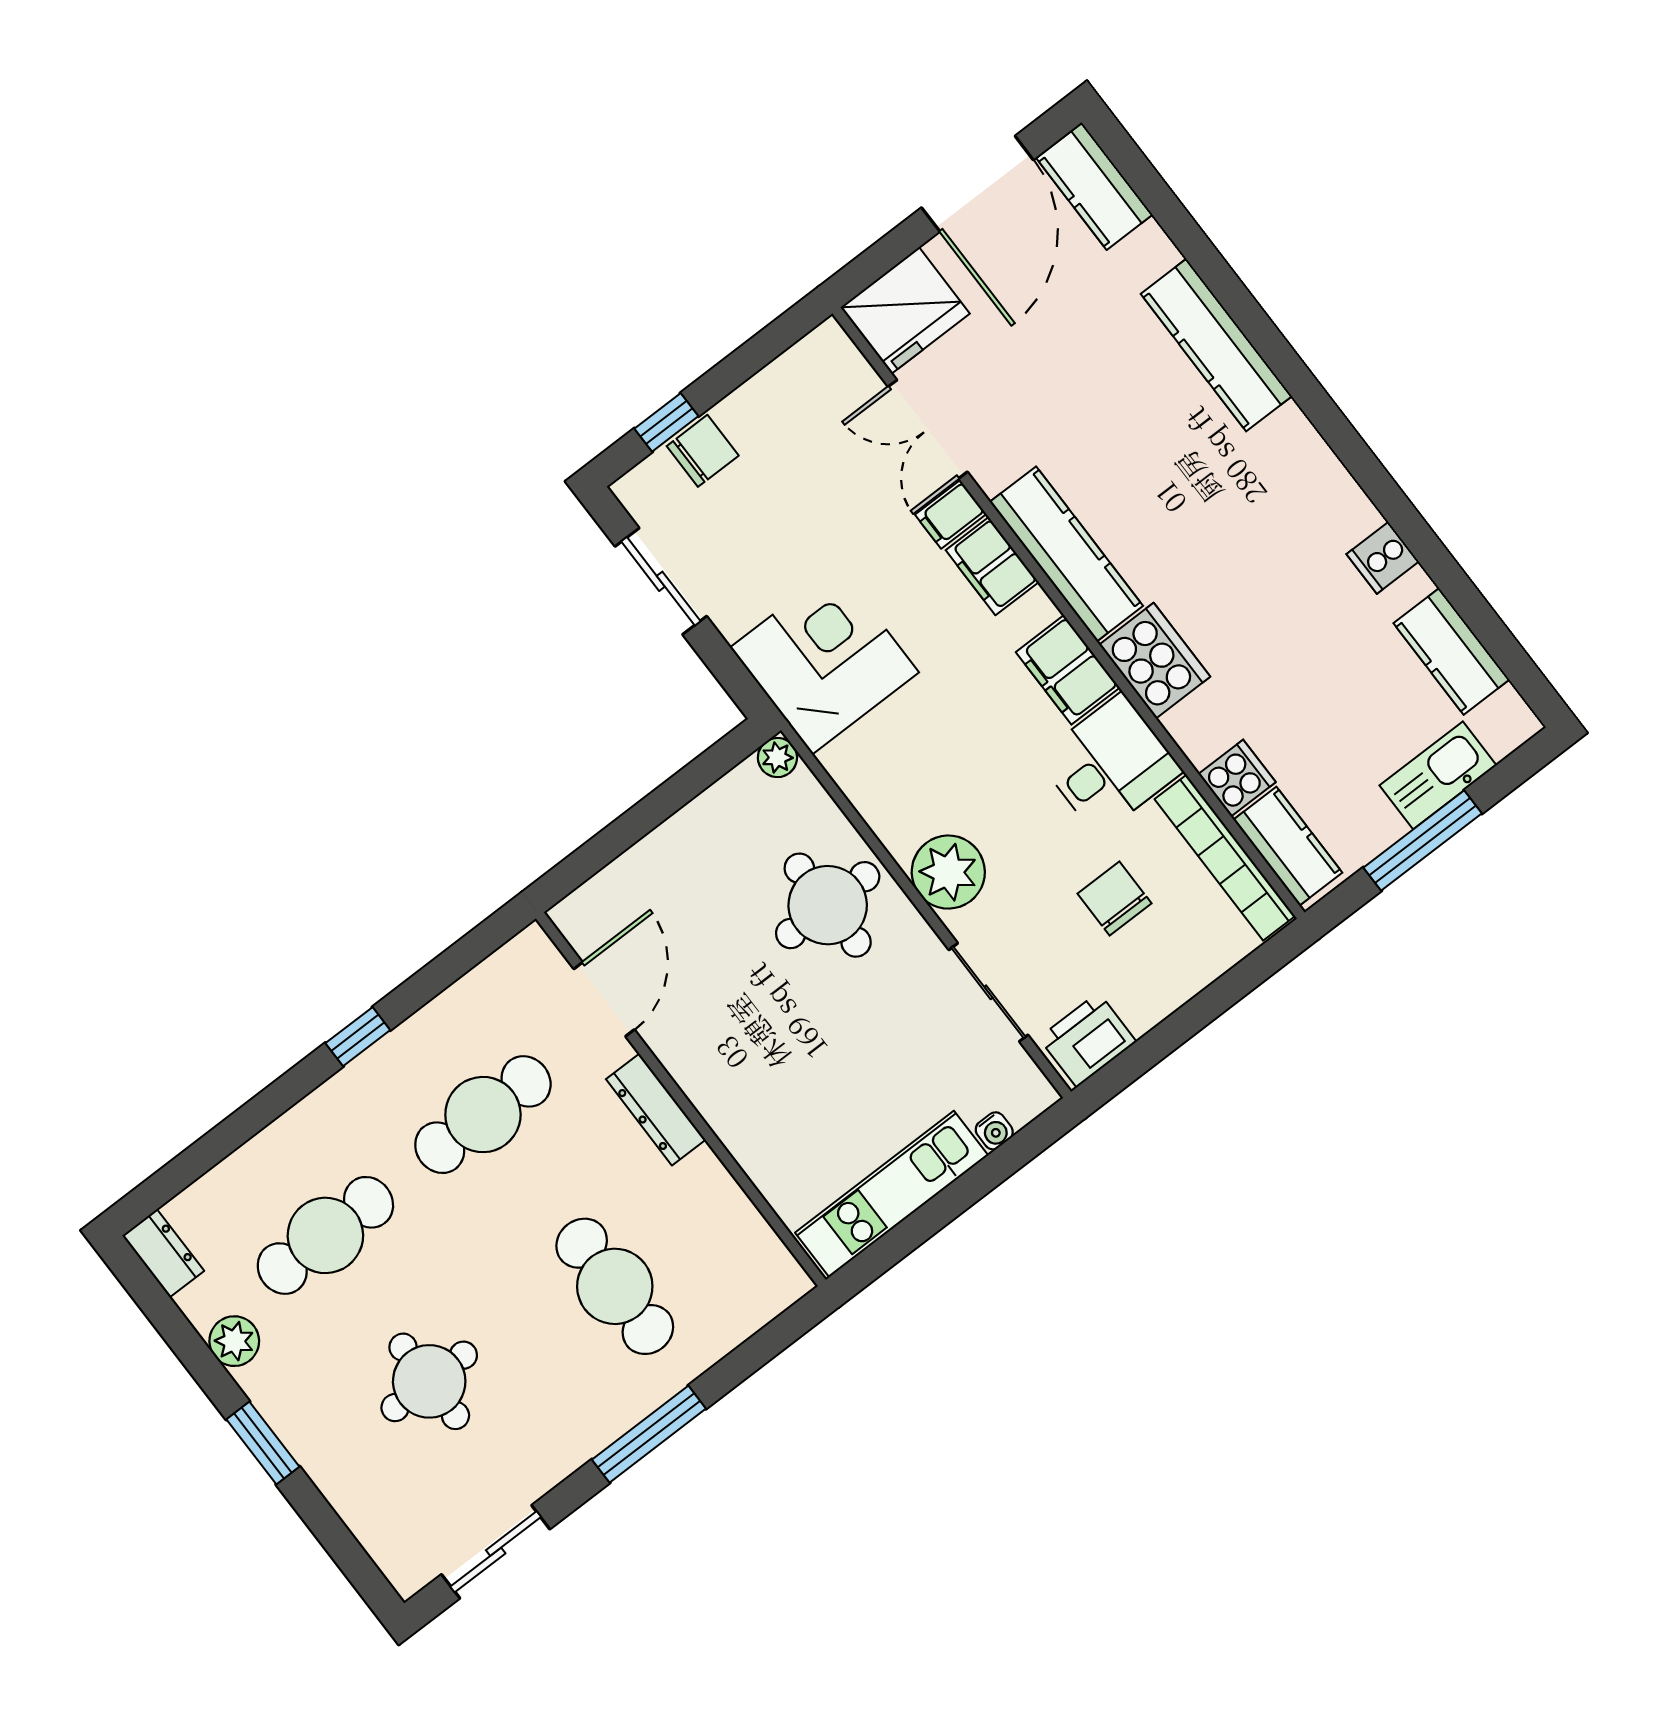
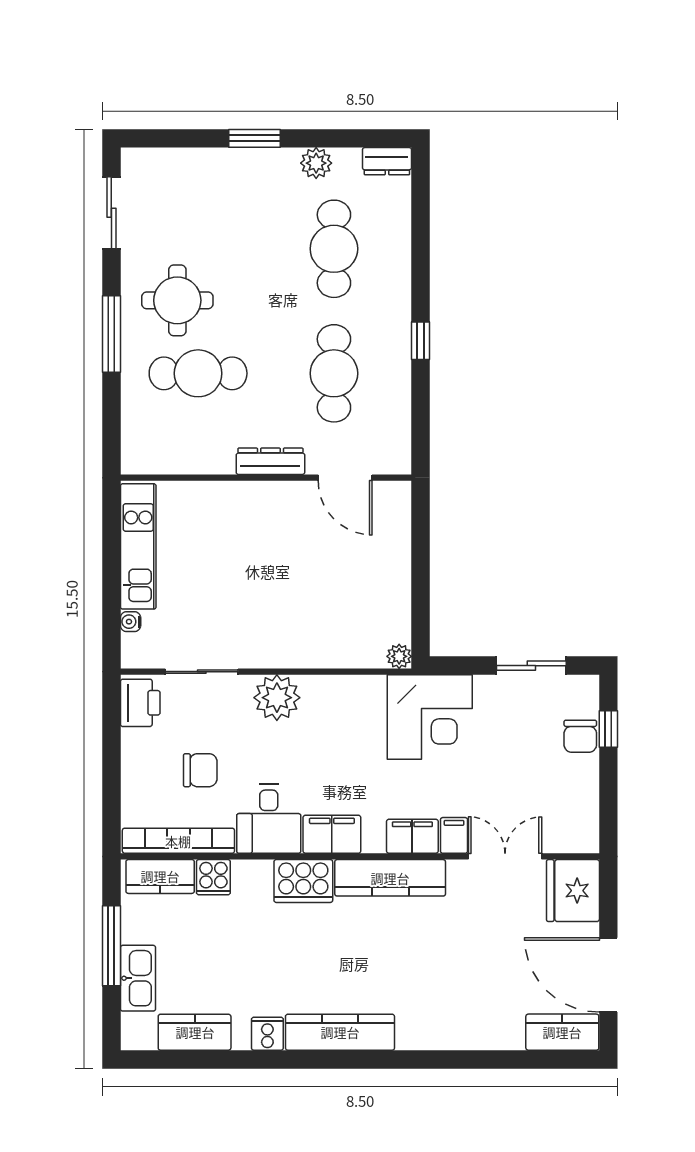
kitchen counter: (1216, 345) -> (340, 1032), moved
round table: (828, 905) -> (306, 625), removed
round table: (429, 1381) -> (177, 300), moved

